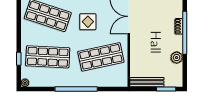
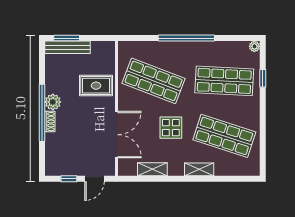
rug: (144, 53) -> (96, 86), added
shop shelf: (101, 57) -> (154, 81), turned 33
plant: (177, 58) -> (53, 102), moved
bench: (147, 82) -> (67, 47), moved

